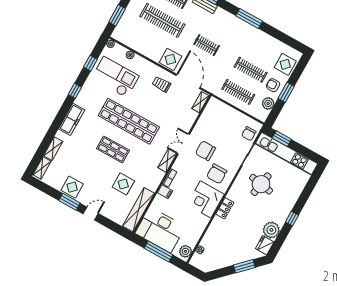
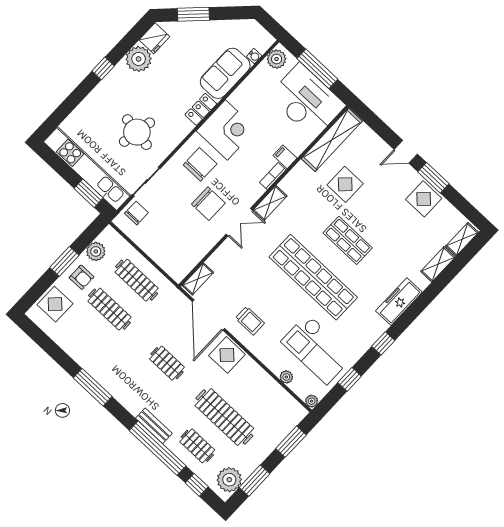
sofa: (215, 234) -> (225, 73), added

